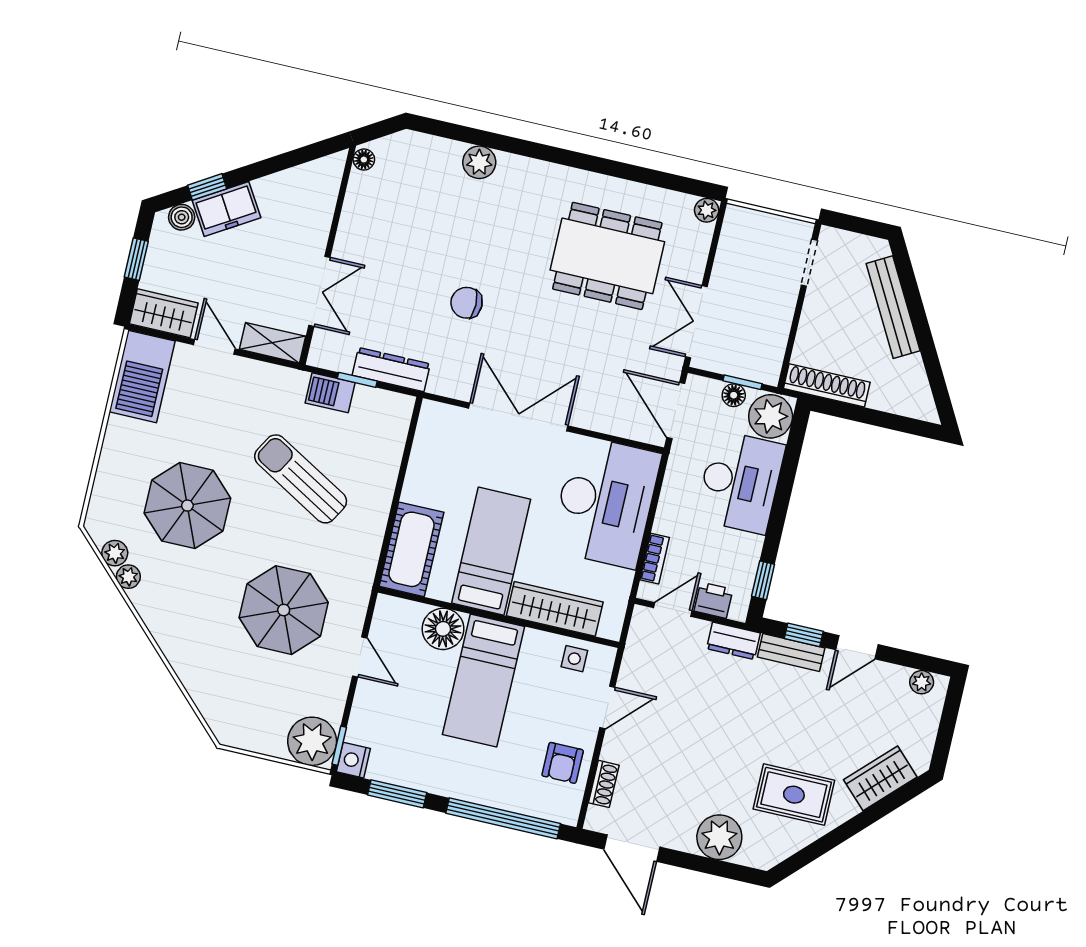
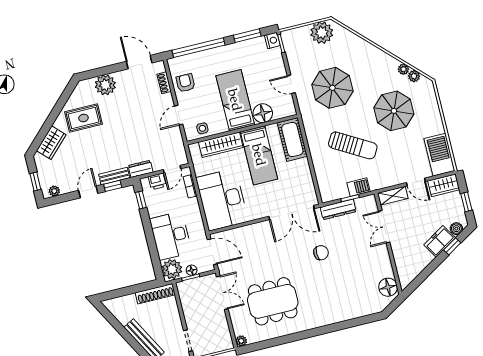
floor lamp: (364, 160) -> (388, 287), width x1.89, depth x1.89
plant: (479, 162) -> (345, 313), removed
double door: (518, 417) -> (291, 213), moved
window: (949, 719) -> (35, 182), added
plant: (312, 741) -> (322, 33), moved

